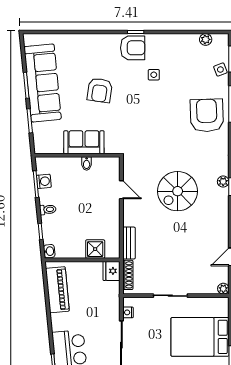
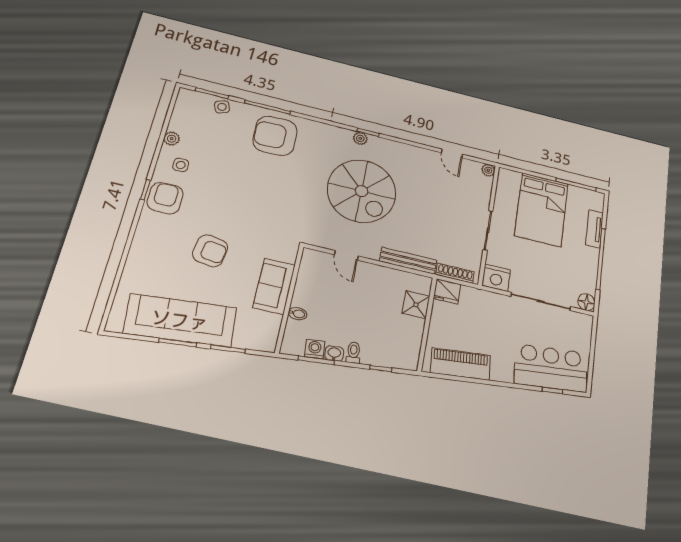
plant: (206, 39) -> (172, 139), moved
side table: (154, 75) -> (181, 165), moved
bidet: (87, 164) -> (298, 314), moved
door: (121, 190) -> (346, 255), swing flipped
spiral stairs: (178, 191) -> (362, 191), width x1.37, depth x1.37
bench: (129, 243) -> (408, 261), width x1.36
washbasin: (49, 251) -> (334, 353), moved
nightstand: (128, 312) -> (496, 278), width x1.89, depth x1.79

